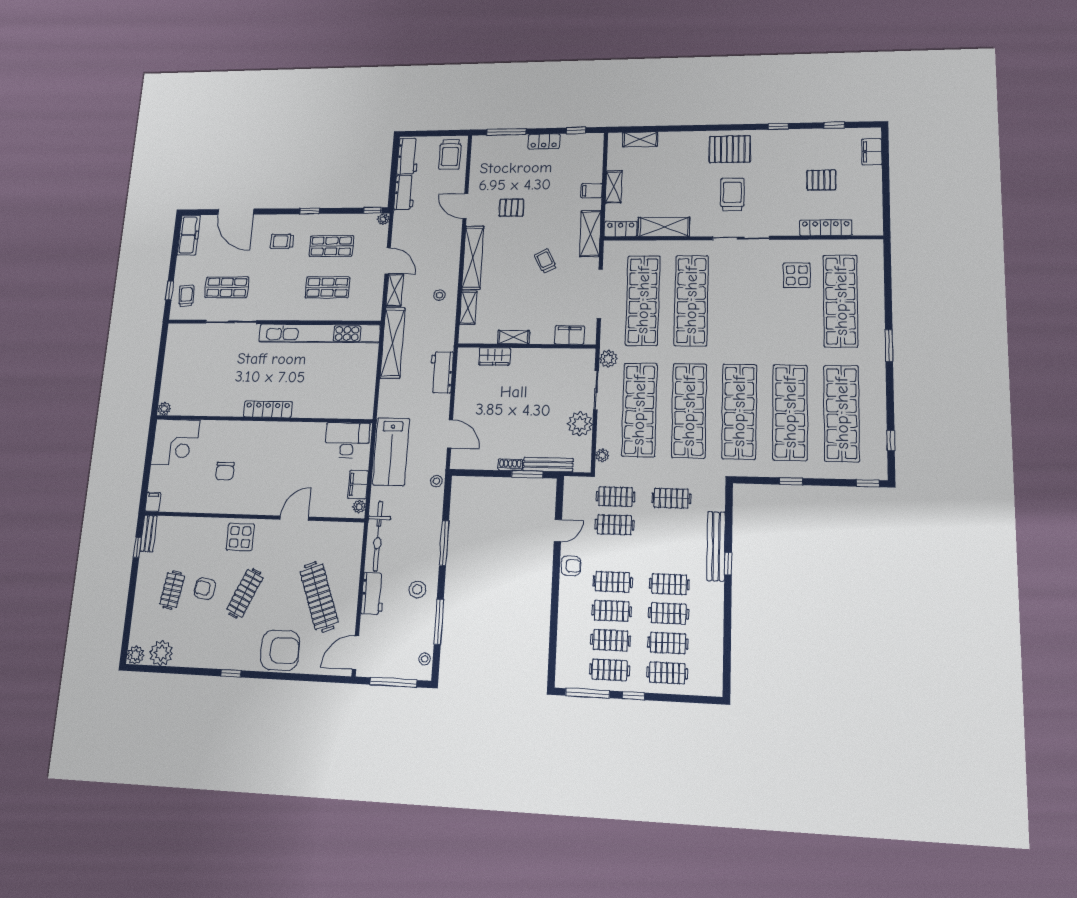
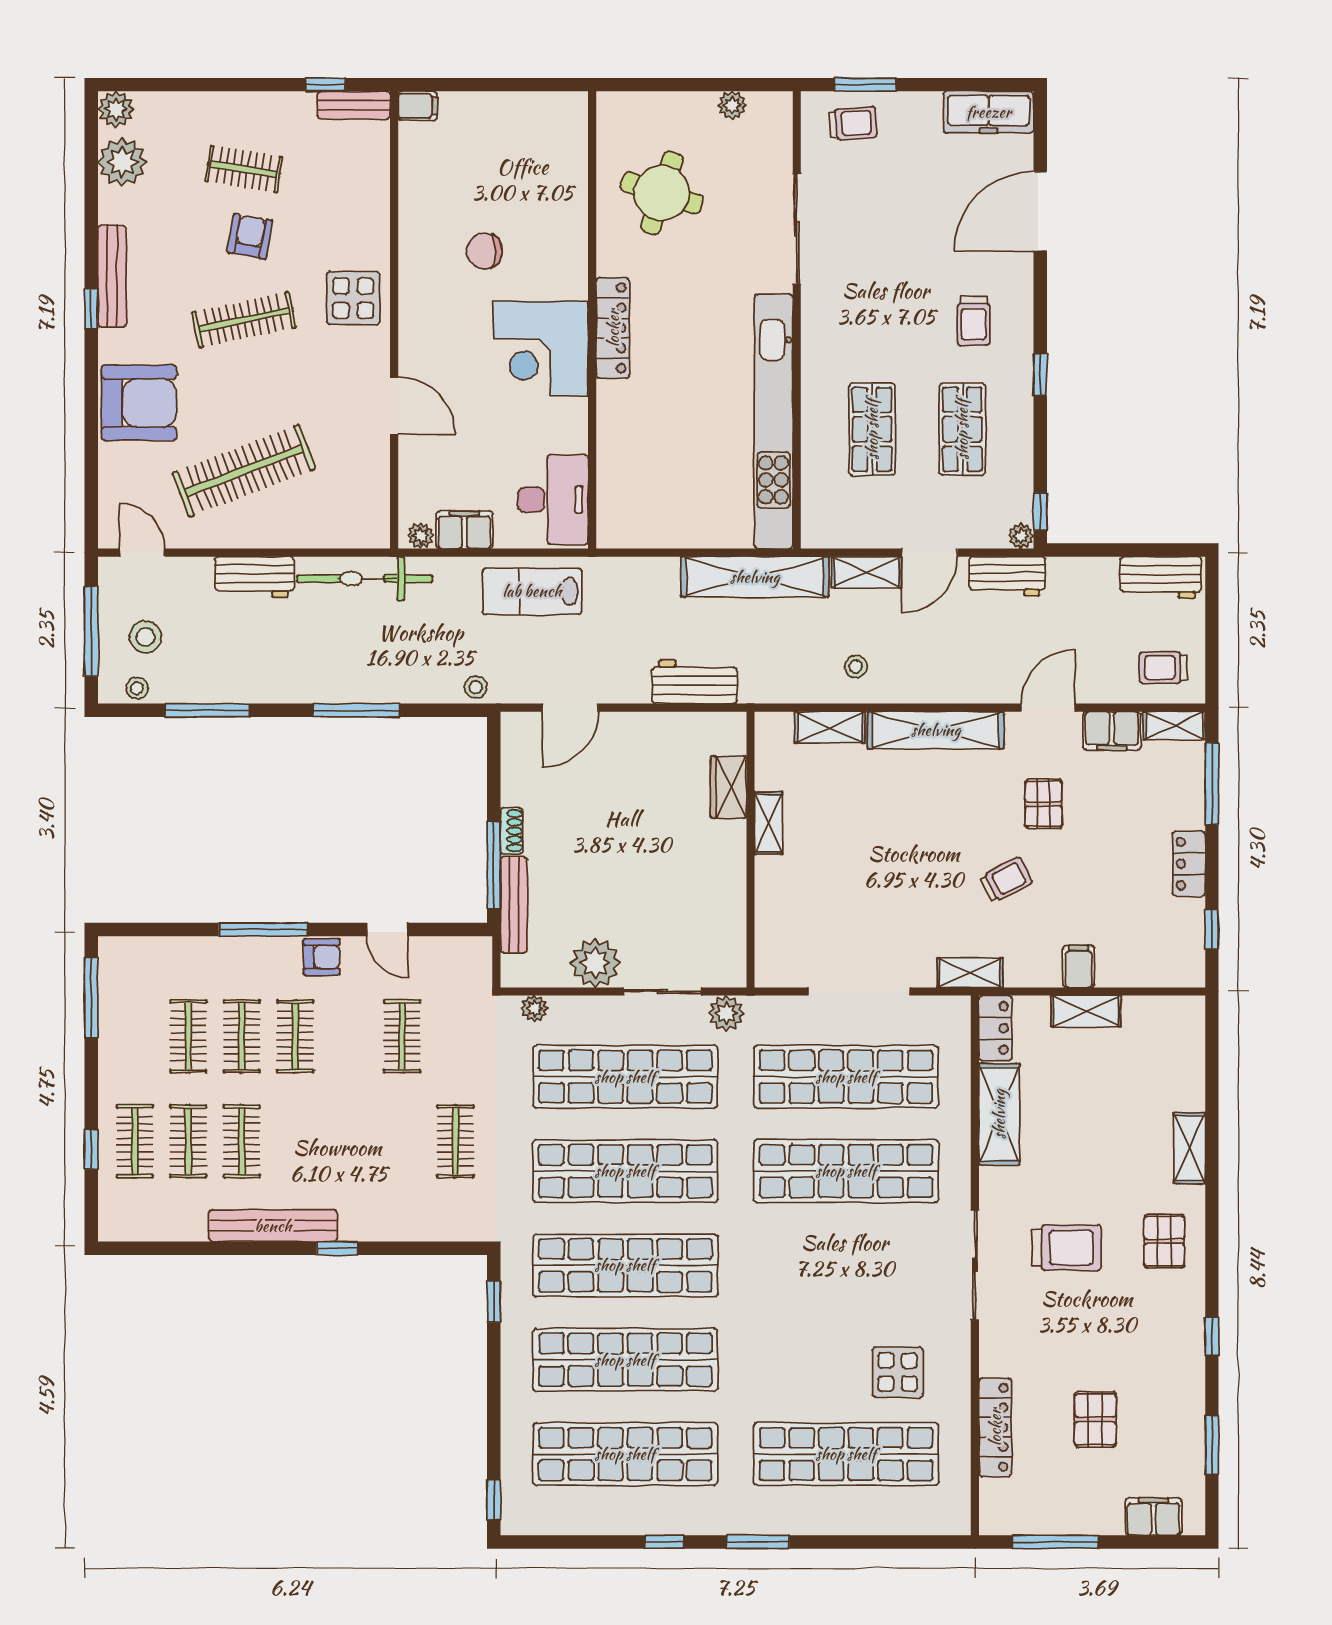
window: (834, 125) -> (1212, 1445), width x1.50
shelving: (640, 139) -> (1189, 1148), moved
shelving: (478, 149) -> (1174, 726), added
pallet: (730, 149) -> (1164, 1241), width x0.67, depth x0.71
trolley: (450, 154) -> (1163, 668), width x0.73, depth x0.72
workbench: (404, 193) -> (1007, 576), moved
window: (886, 198) -> (1055, 1542), added
shelving: (590, 234) -> (970, 973), width x0.67, depth x0.75
trolley: (282, 241) -> (974, 321), turned 180
trolley: (545, 261) -> (1006, 880), moved
shop shelf: (227, 287) -> (872, 211), removed
window: (170, 290) -> (865, 85), width x1.50
filing cabinet: (569, 335) -> (1112, 731), moved, turned 90
round table: (207, 385) -> (662, 193), added
plant: (164, 409) -> (732, 105), moved
window: (891, 441) -> (664, 1542), moved
corner desk: (175, 442) -> (541, 349), moved
lab bench: (391, 452) -> (532, 591), width x0.73, depth x0.72
window: (527, 474) -> (494, 865), width x1.44
window: (791, 481) -> (494, 1302), moved
clothes rail: (615, 497) -> (455, 1036), removed
bench: (716, 546) -> (273, 1226), moved
armchair: (571, 566) -> (322, 957), turned -90
clothes rail: (669, 584) -> (295, 1141), removed
stool: (417, 589) -> (145, 637), moved
clothes rail: (245, 593) -> (244, 320), turned -36
window: (555, 597) -> (263, 929), added
armchair: (280, 650) -> (139, 403), turned -90
door: (355, 653) -> (142, 553), width x0.73
bench: (216, 661) -> (112, 276), added
clothes rail: (610, 670) -> (135, 1036), removed
window: (633, 696) -> (91, 1149), moved

